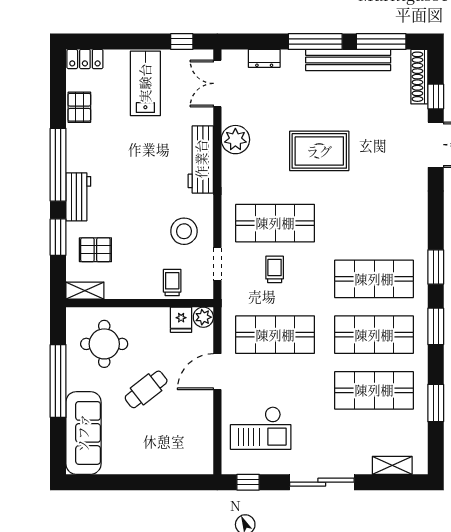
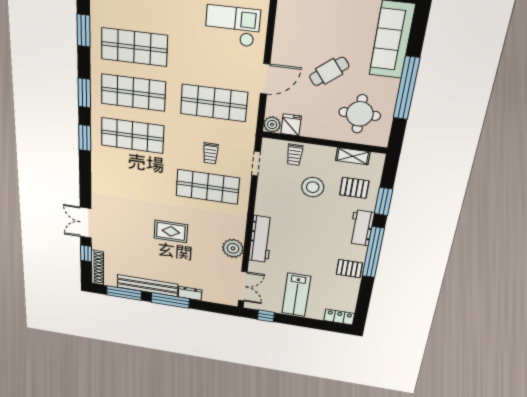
dresser: (264, 58) -> (190, 293), moved
pallet: (79, 107) -> (349, 269), moved, turned 90
rug: (319, 151) -> (171, 231), width x0.73, depth x0.70
stool: (184, 231) -> (313, 187), moved
shelving: (85, 291) -> (353, 156), moved

